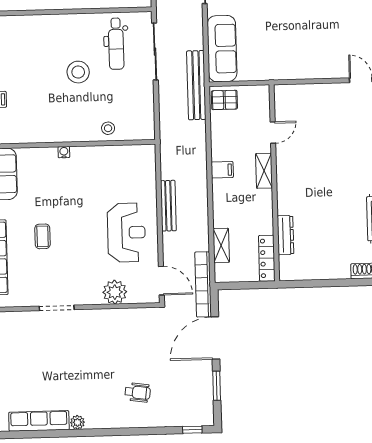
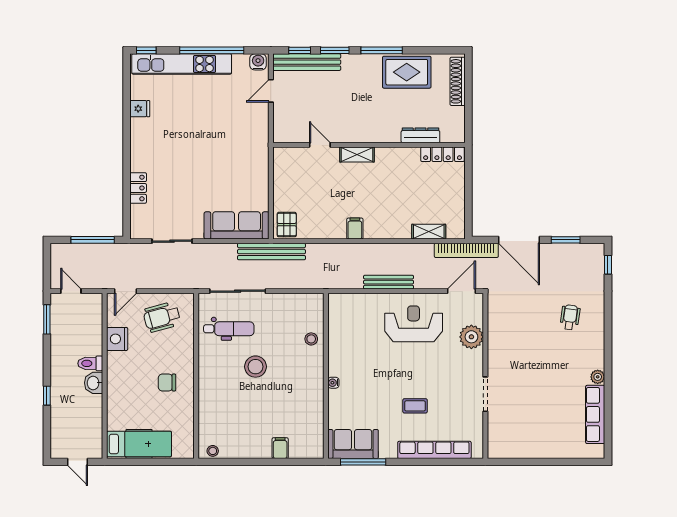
door: (273, 133) -> (320, 145), moved
shelving: (264, 171) -> (357, 154), moved
wall: (274, 183) -> (369, 145), moved
dresser: (286, 235) -> (420, 135), moved
locker: (267, 258) -> (443, 154), moved

